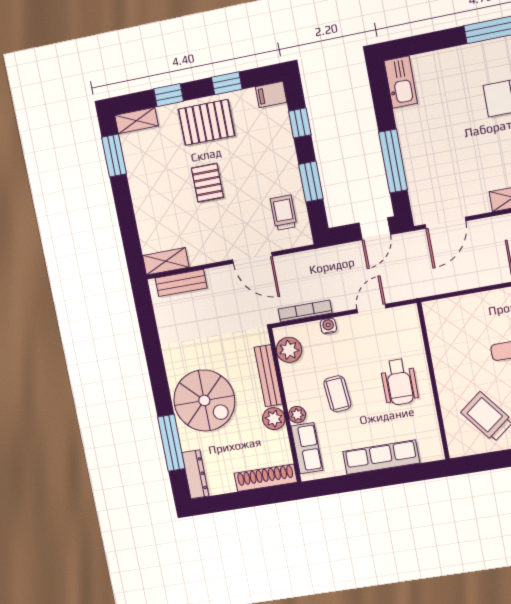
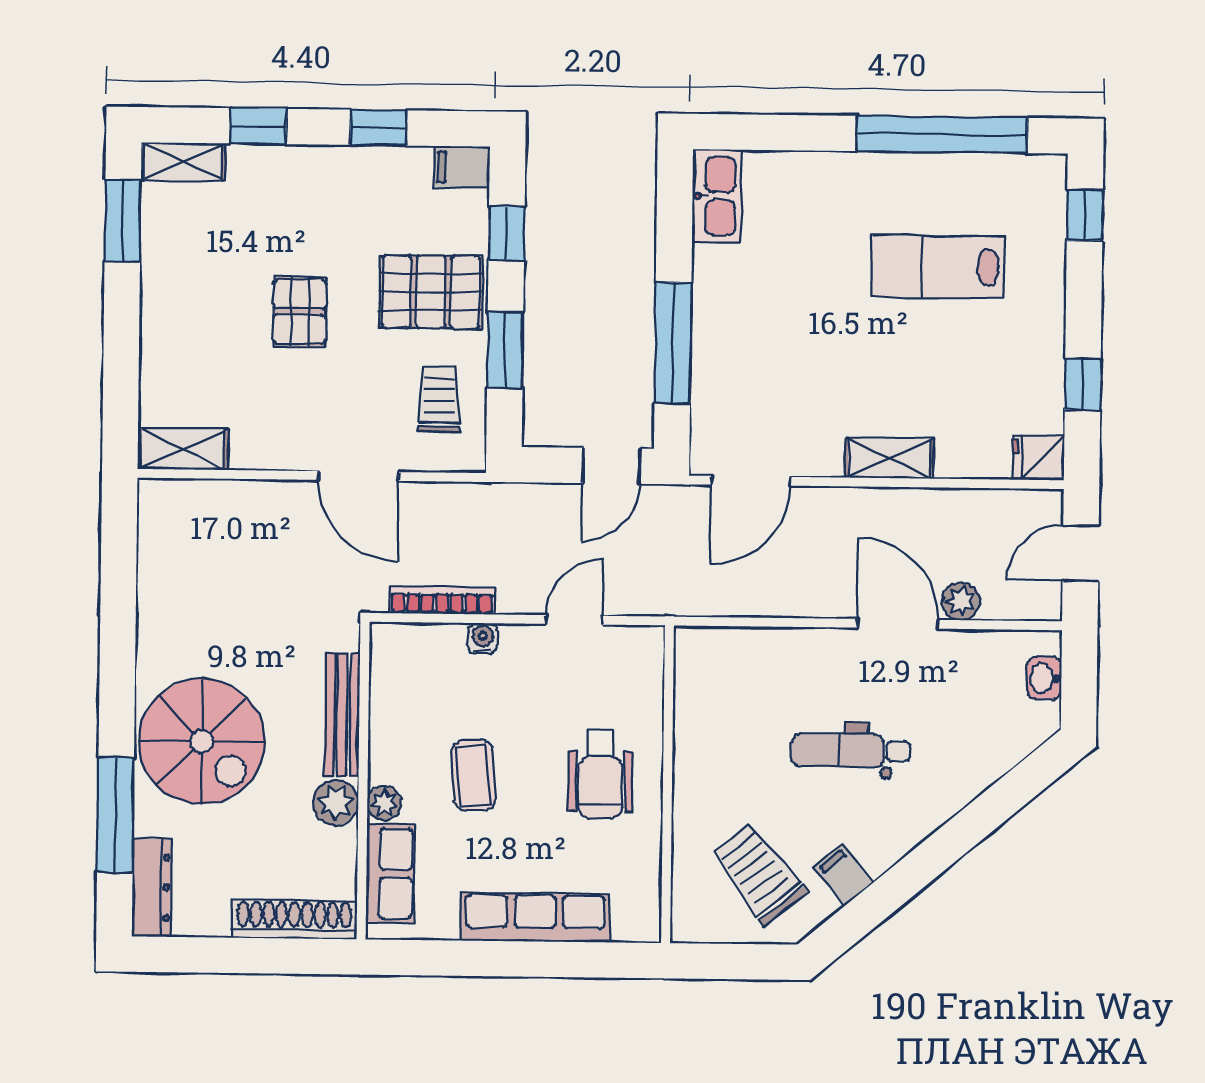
pallet: (207, 122) -> (431, 292), moved
bench: (181, 283) -> (205, 498), removed
plant: (289, 350) -> (395, 671), removed

